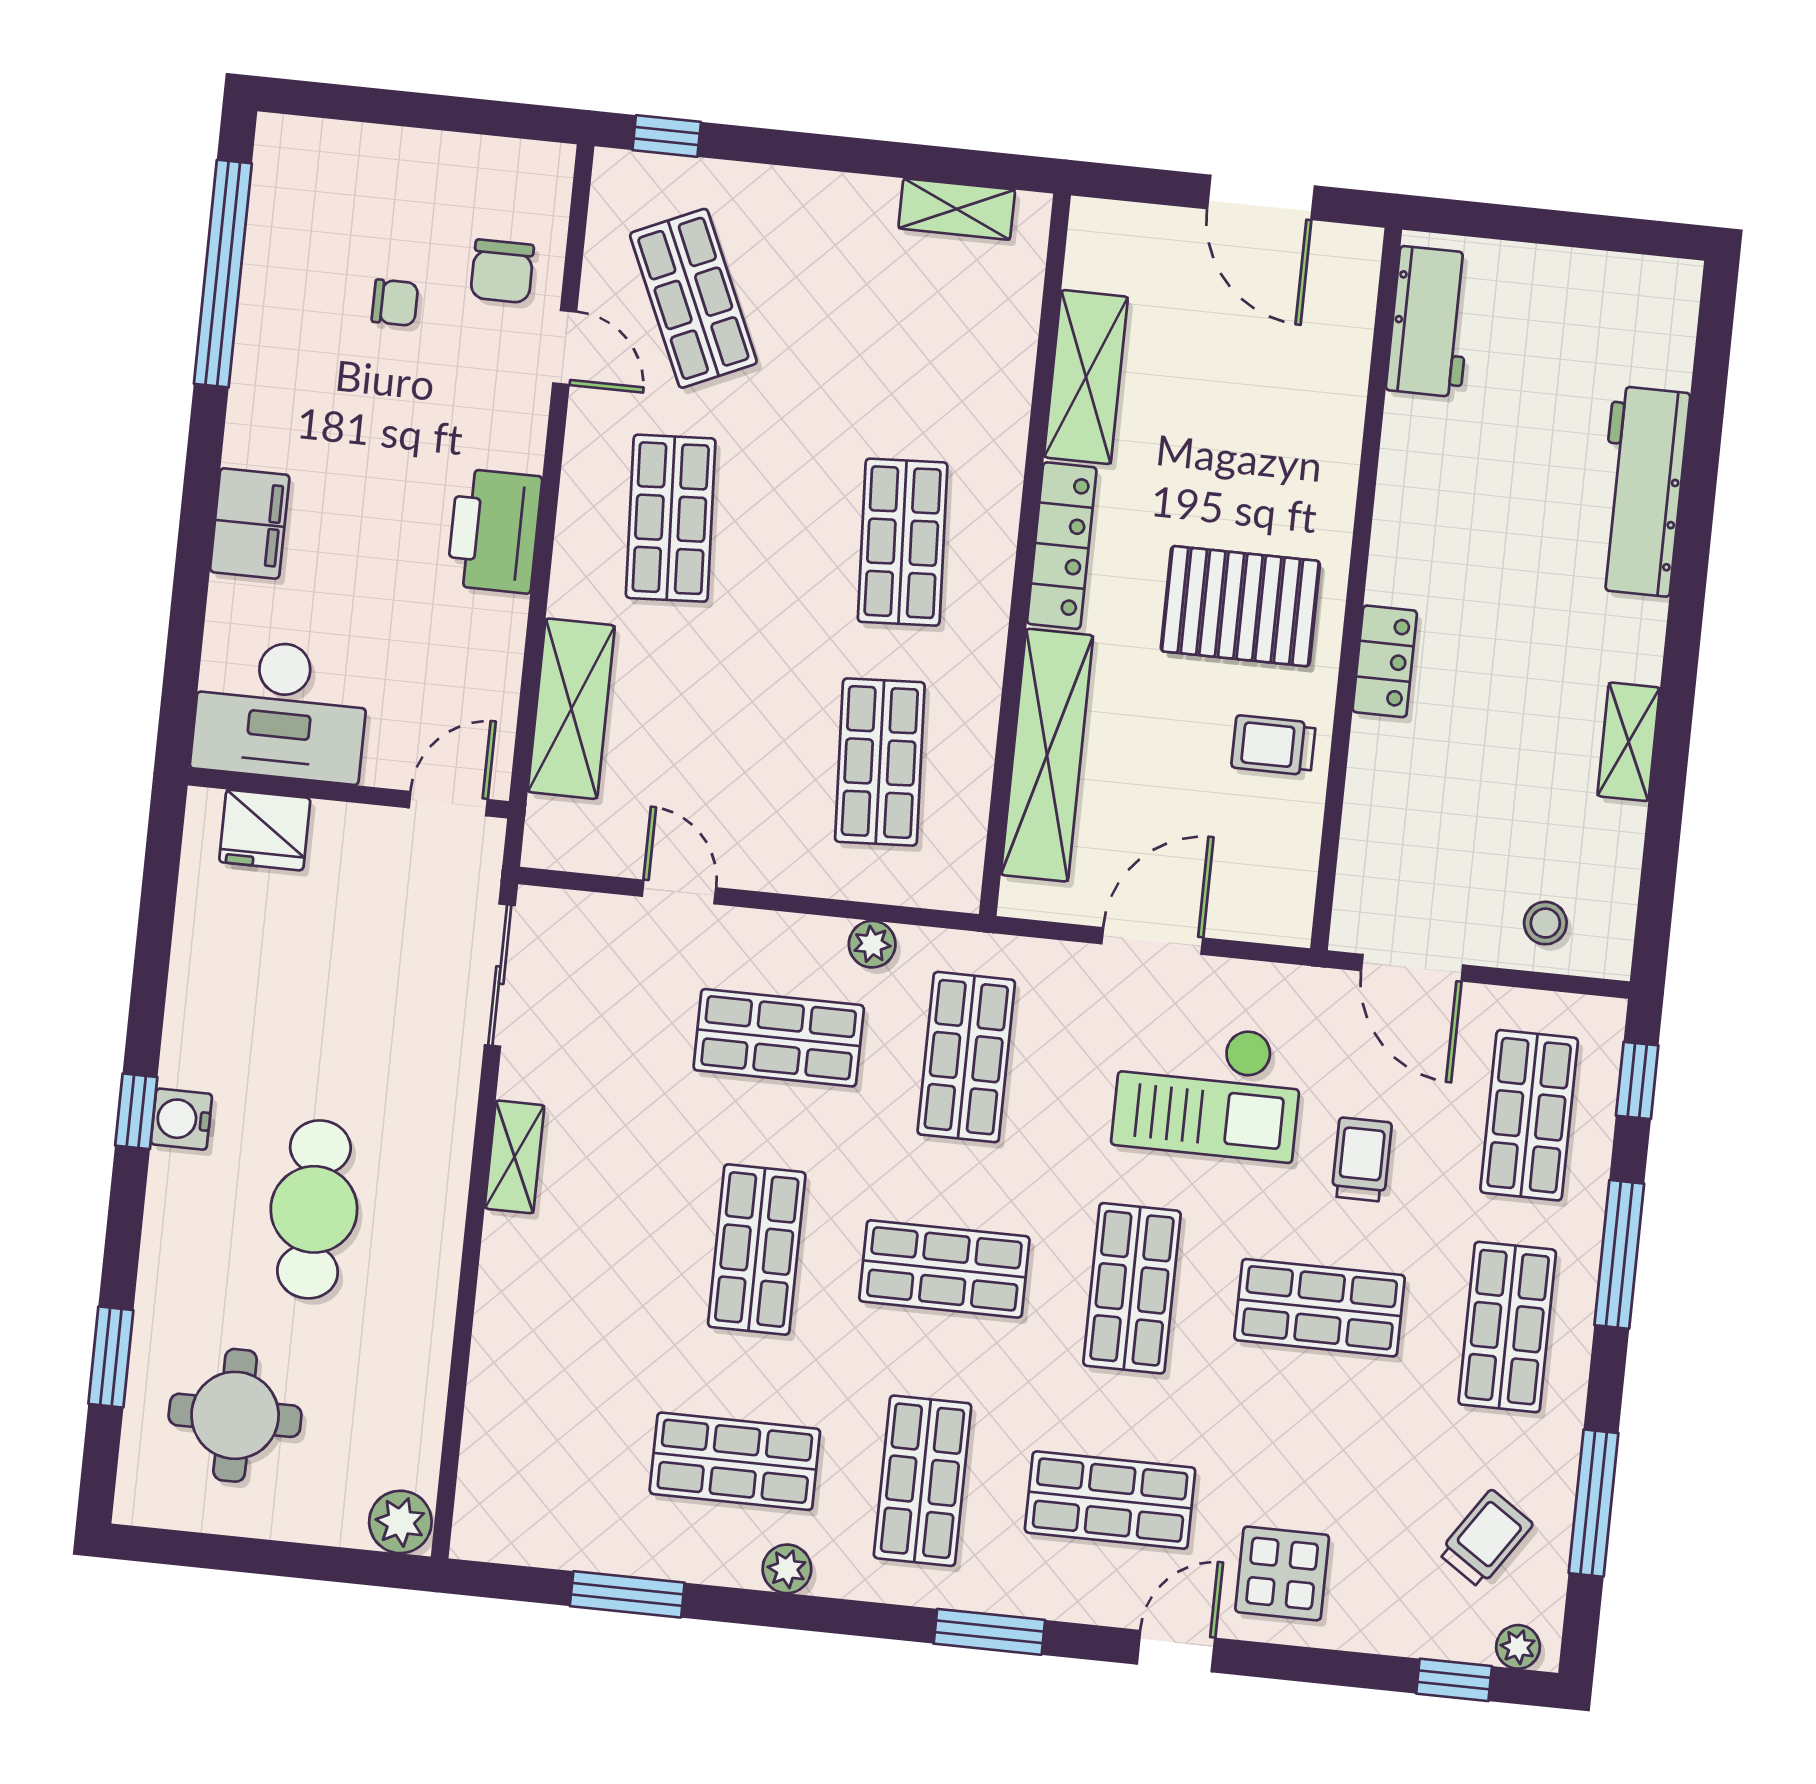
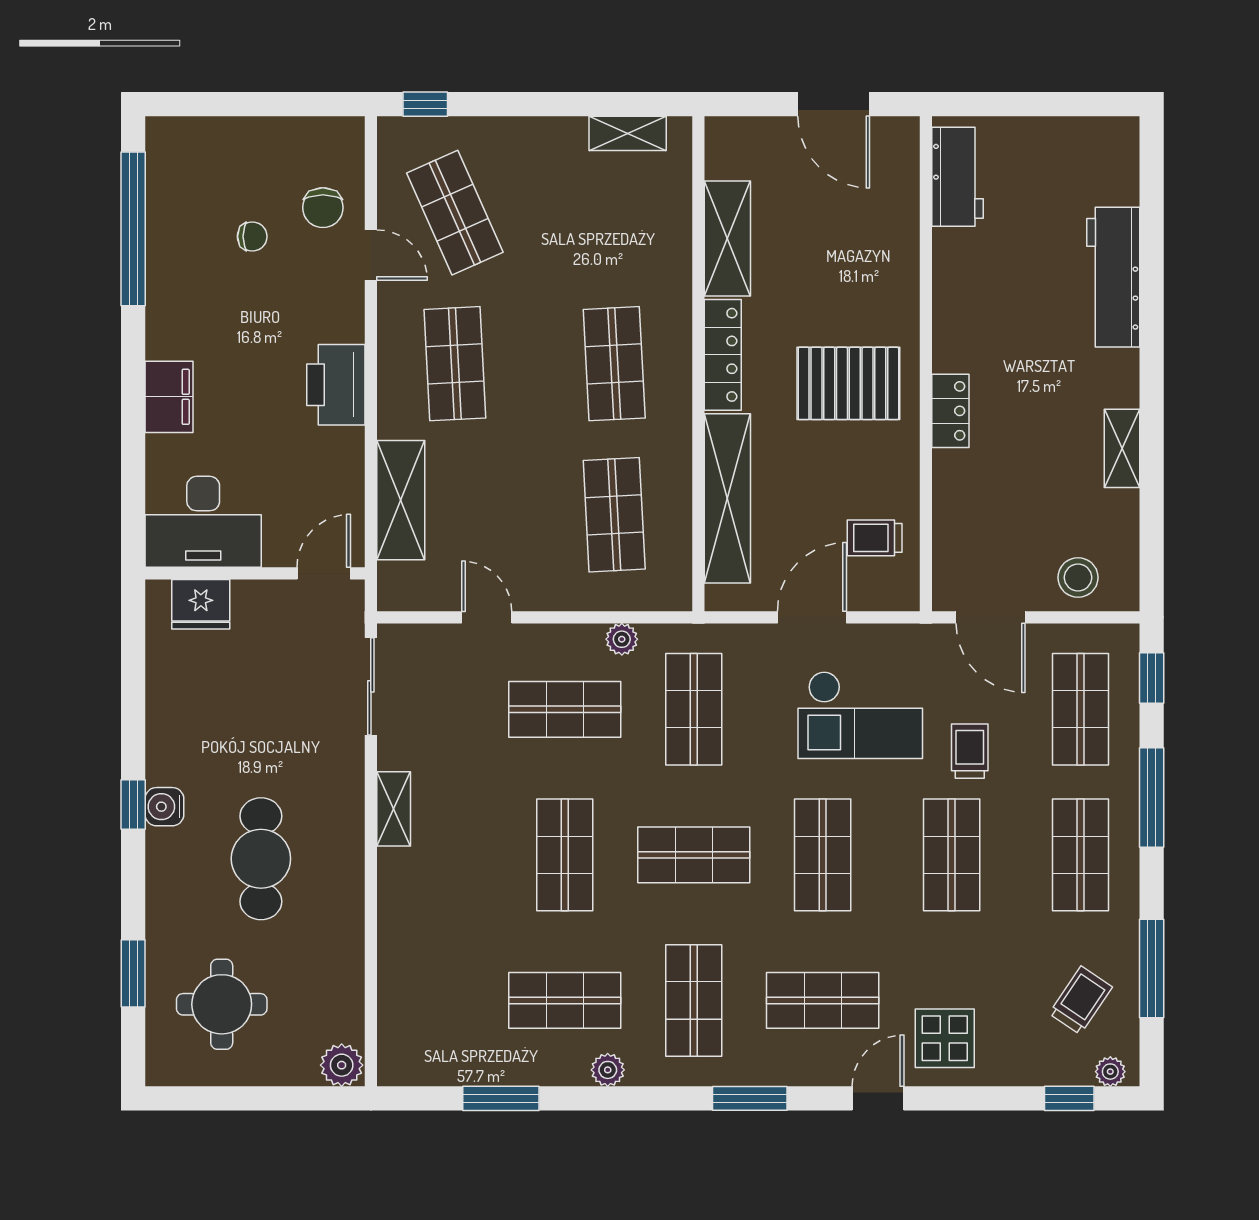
trolley: (1273, 745) -> (875, 538), moved
stool: (1545, 923) -> (1078, 577), width x1.37, depth x1.37
shop shelf: (1320, 1308) -> (952, 855), turned 90

